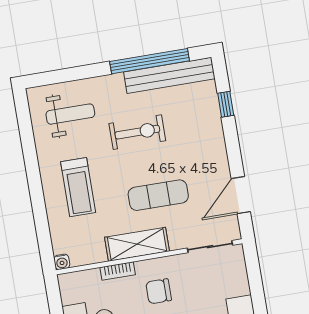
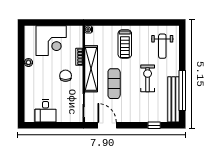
exercise bike: (137, 132) -> (148, 78), turned 180
treadmill: (78, 187) -> (125, 44), turned -90
shelving: (137, 244) -> (91, 69), width x1.47

